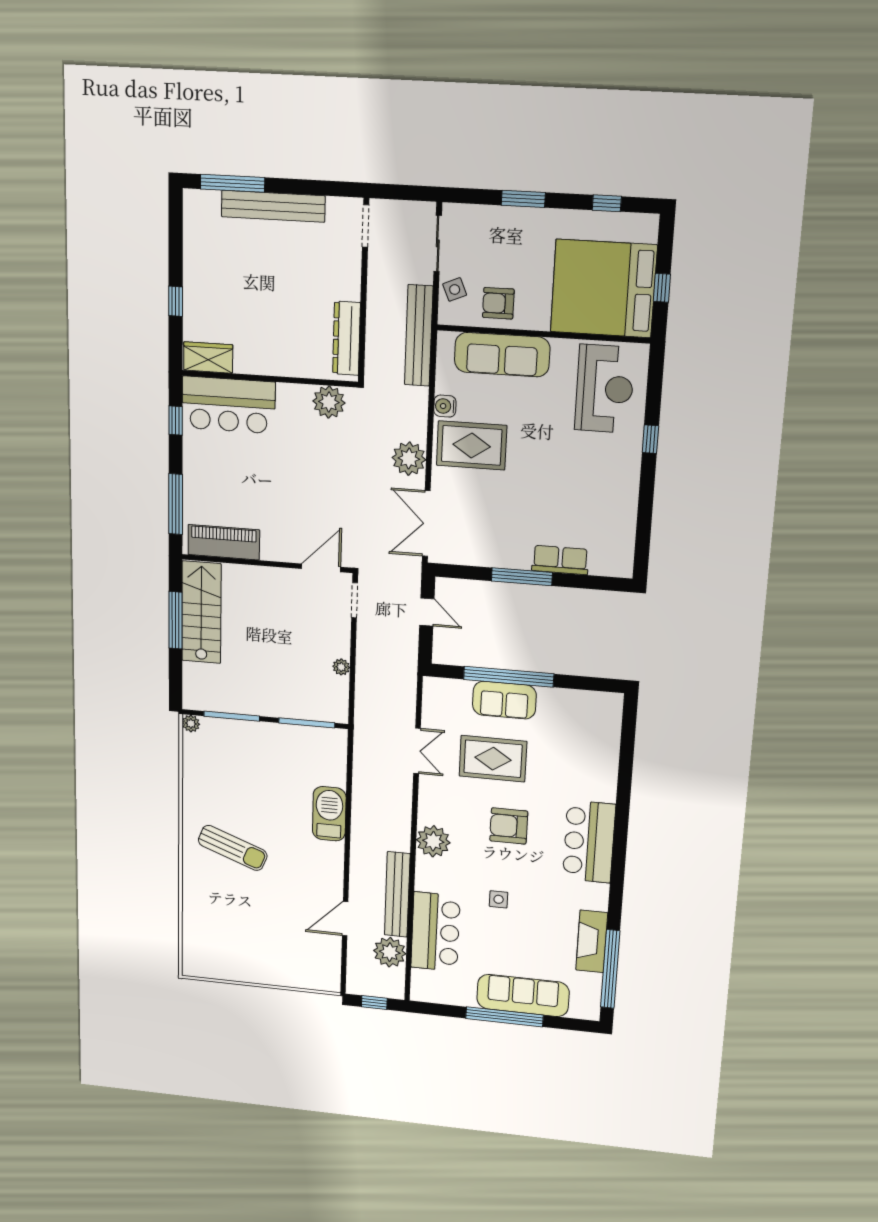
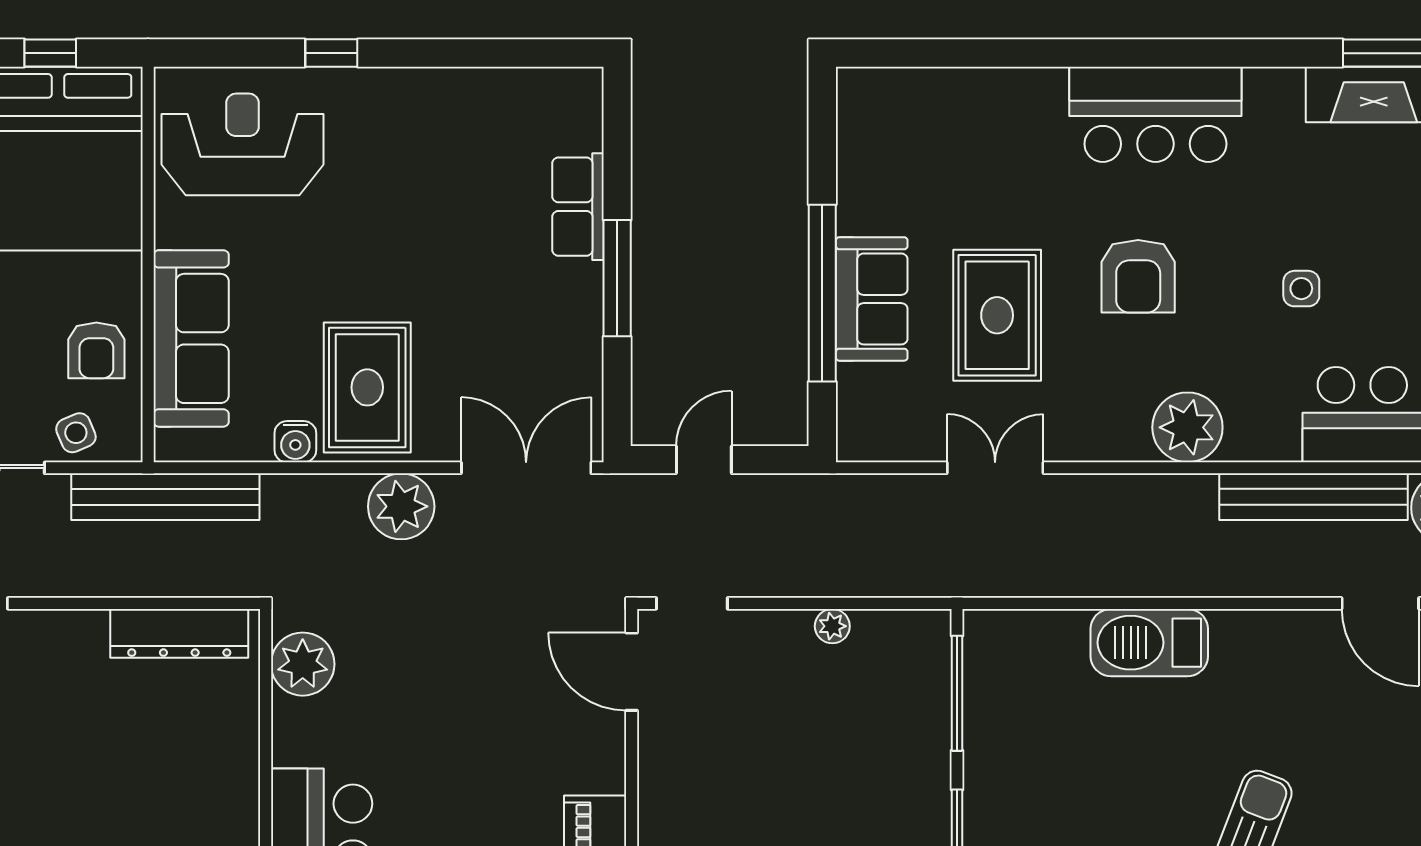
double door: (426, 524) -> (526, 468), swing flipped

